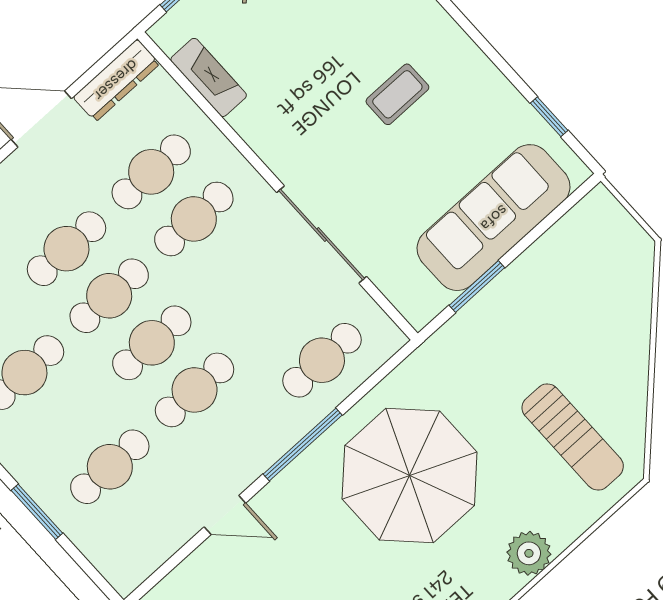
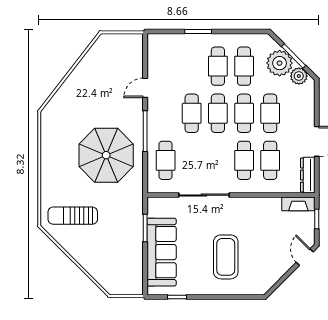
fireplace: (209, 77) -> (298, 204), moved
coffee table: (397, 94) -> (226, 257), width x1.86, depth x1.72
cafe table: (110, 467) -> (218, 66), moved
plant: (529, 553) -> (49, 170), removed

